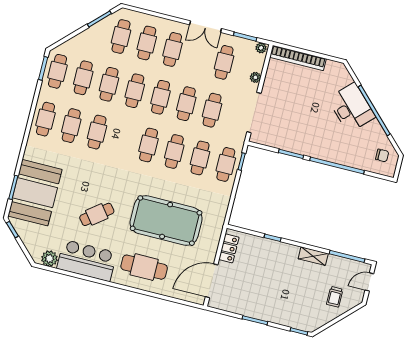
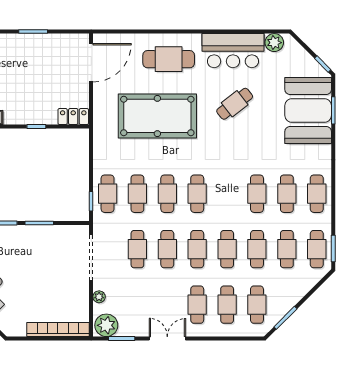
plant: (261, 48) -> (106, 325), width x1.88, depth x1.88
cafe table: (224, 62) -> (137, 305), removed
locker: (229, 248) -> (73, 117), moved, turned 90

